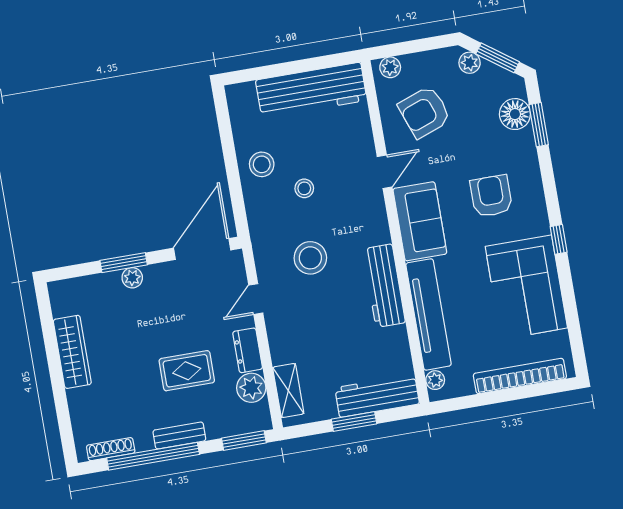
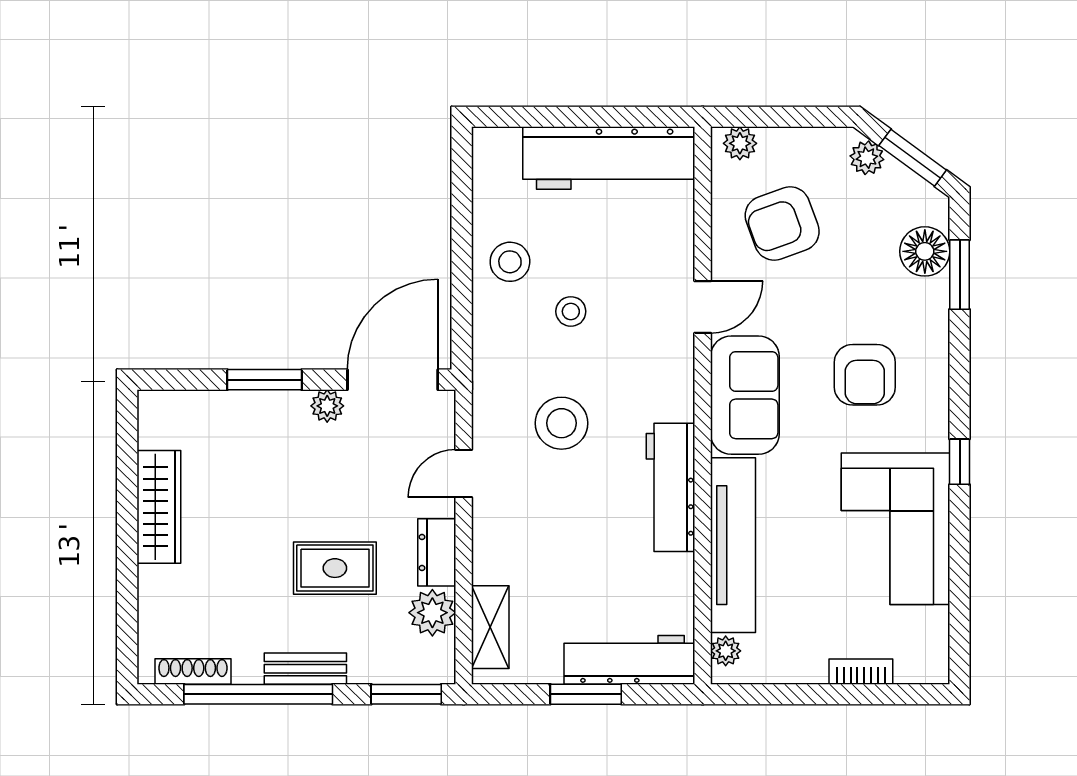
armchair: (491, 196) -> (865, 375), turned 180
plant: (132, 278) -> (327, 406), moved
bookcase: (520, 376) -> (861, 672), width x0.43, depth x0.76

